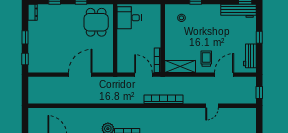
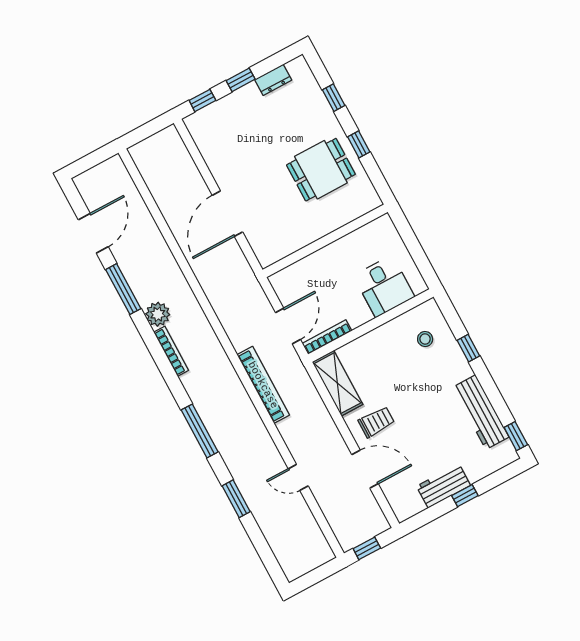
workbench: (238, 11) -> (481, 412), moved
dresser: (33, 12) -> (273, 80), moved
desk: (129, 18) -> (384, 286), moved, turned 180
dining table: (96, 22) -> (321, 170), moved
workbench: (250, 56) -> (444, 486), moved
door: (80, 75) -> (227, 214), swing flipped

